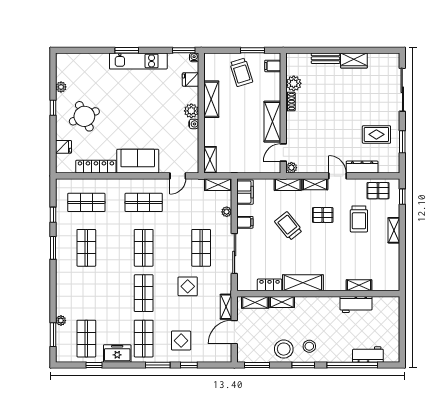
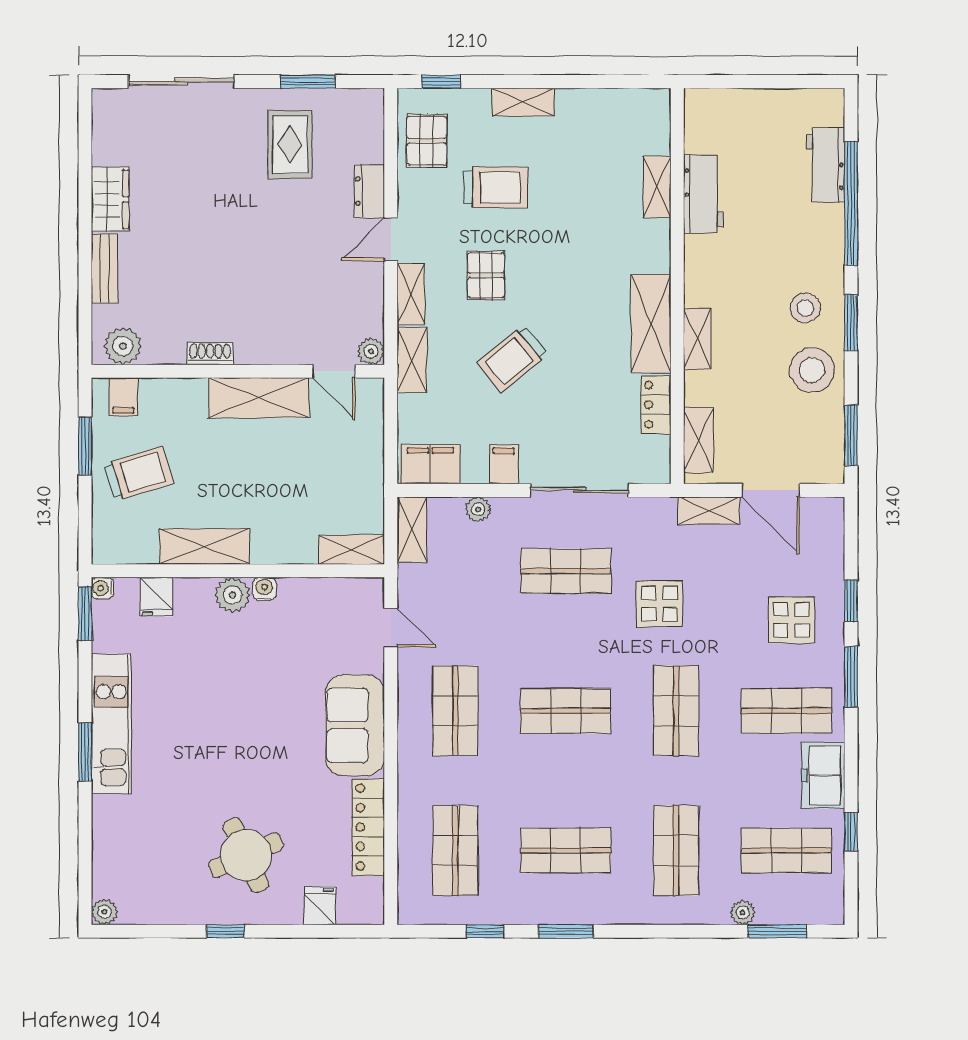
plant: (294, 83) -> (123, 346), moved
plant: (61, 87) -> (104, 912), moved
dresser: (362, 167) -> (369, 191), width x0.70
shop shelf: (86, 293) -> (676, 850), added
shop shelf: (144, 293) -> (676, 711), turned 90
shelving: (282, 302) -> (697, 339), moved

